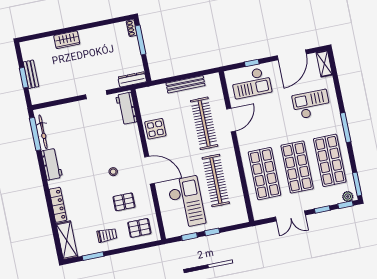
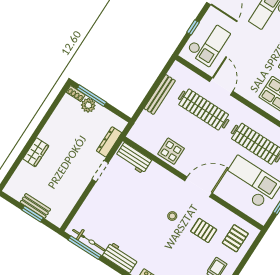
plant: (132, 44) -> (88, 105), added
dresser: (132, 79) -> (109, 142), moved
pallet: (124, 202) -> (204, 230), turned 90

